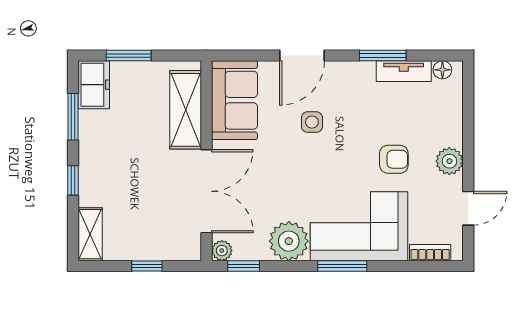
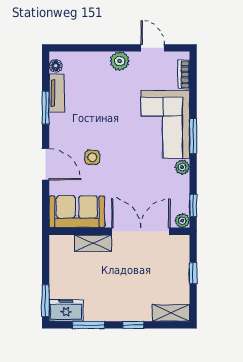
window: (129, 55) -> (46, 301), moved
shelving: (186, 110) -> (93, 243), width x0.67, depth x0.75
armchair: (394, 159) -> (118, 100), removed
plant: (289, 241) -> (182, 167), width x0.53, depth x0.53

